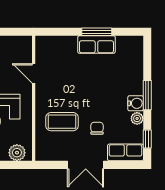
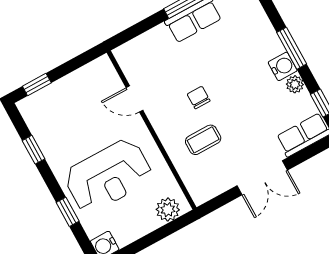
coffee table: (62, 122) -> (203, 140), width x0.73, depth x0.77
chair: (97, 128) -> (199, 97), moved

